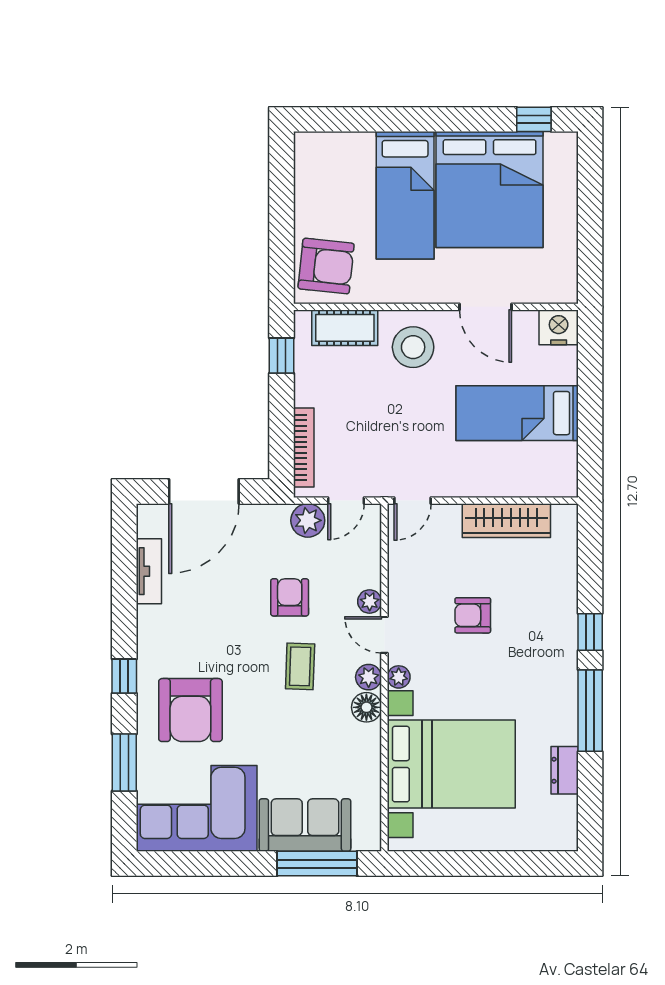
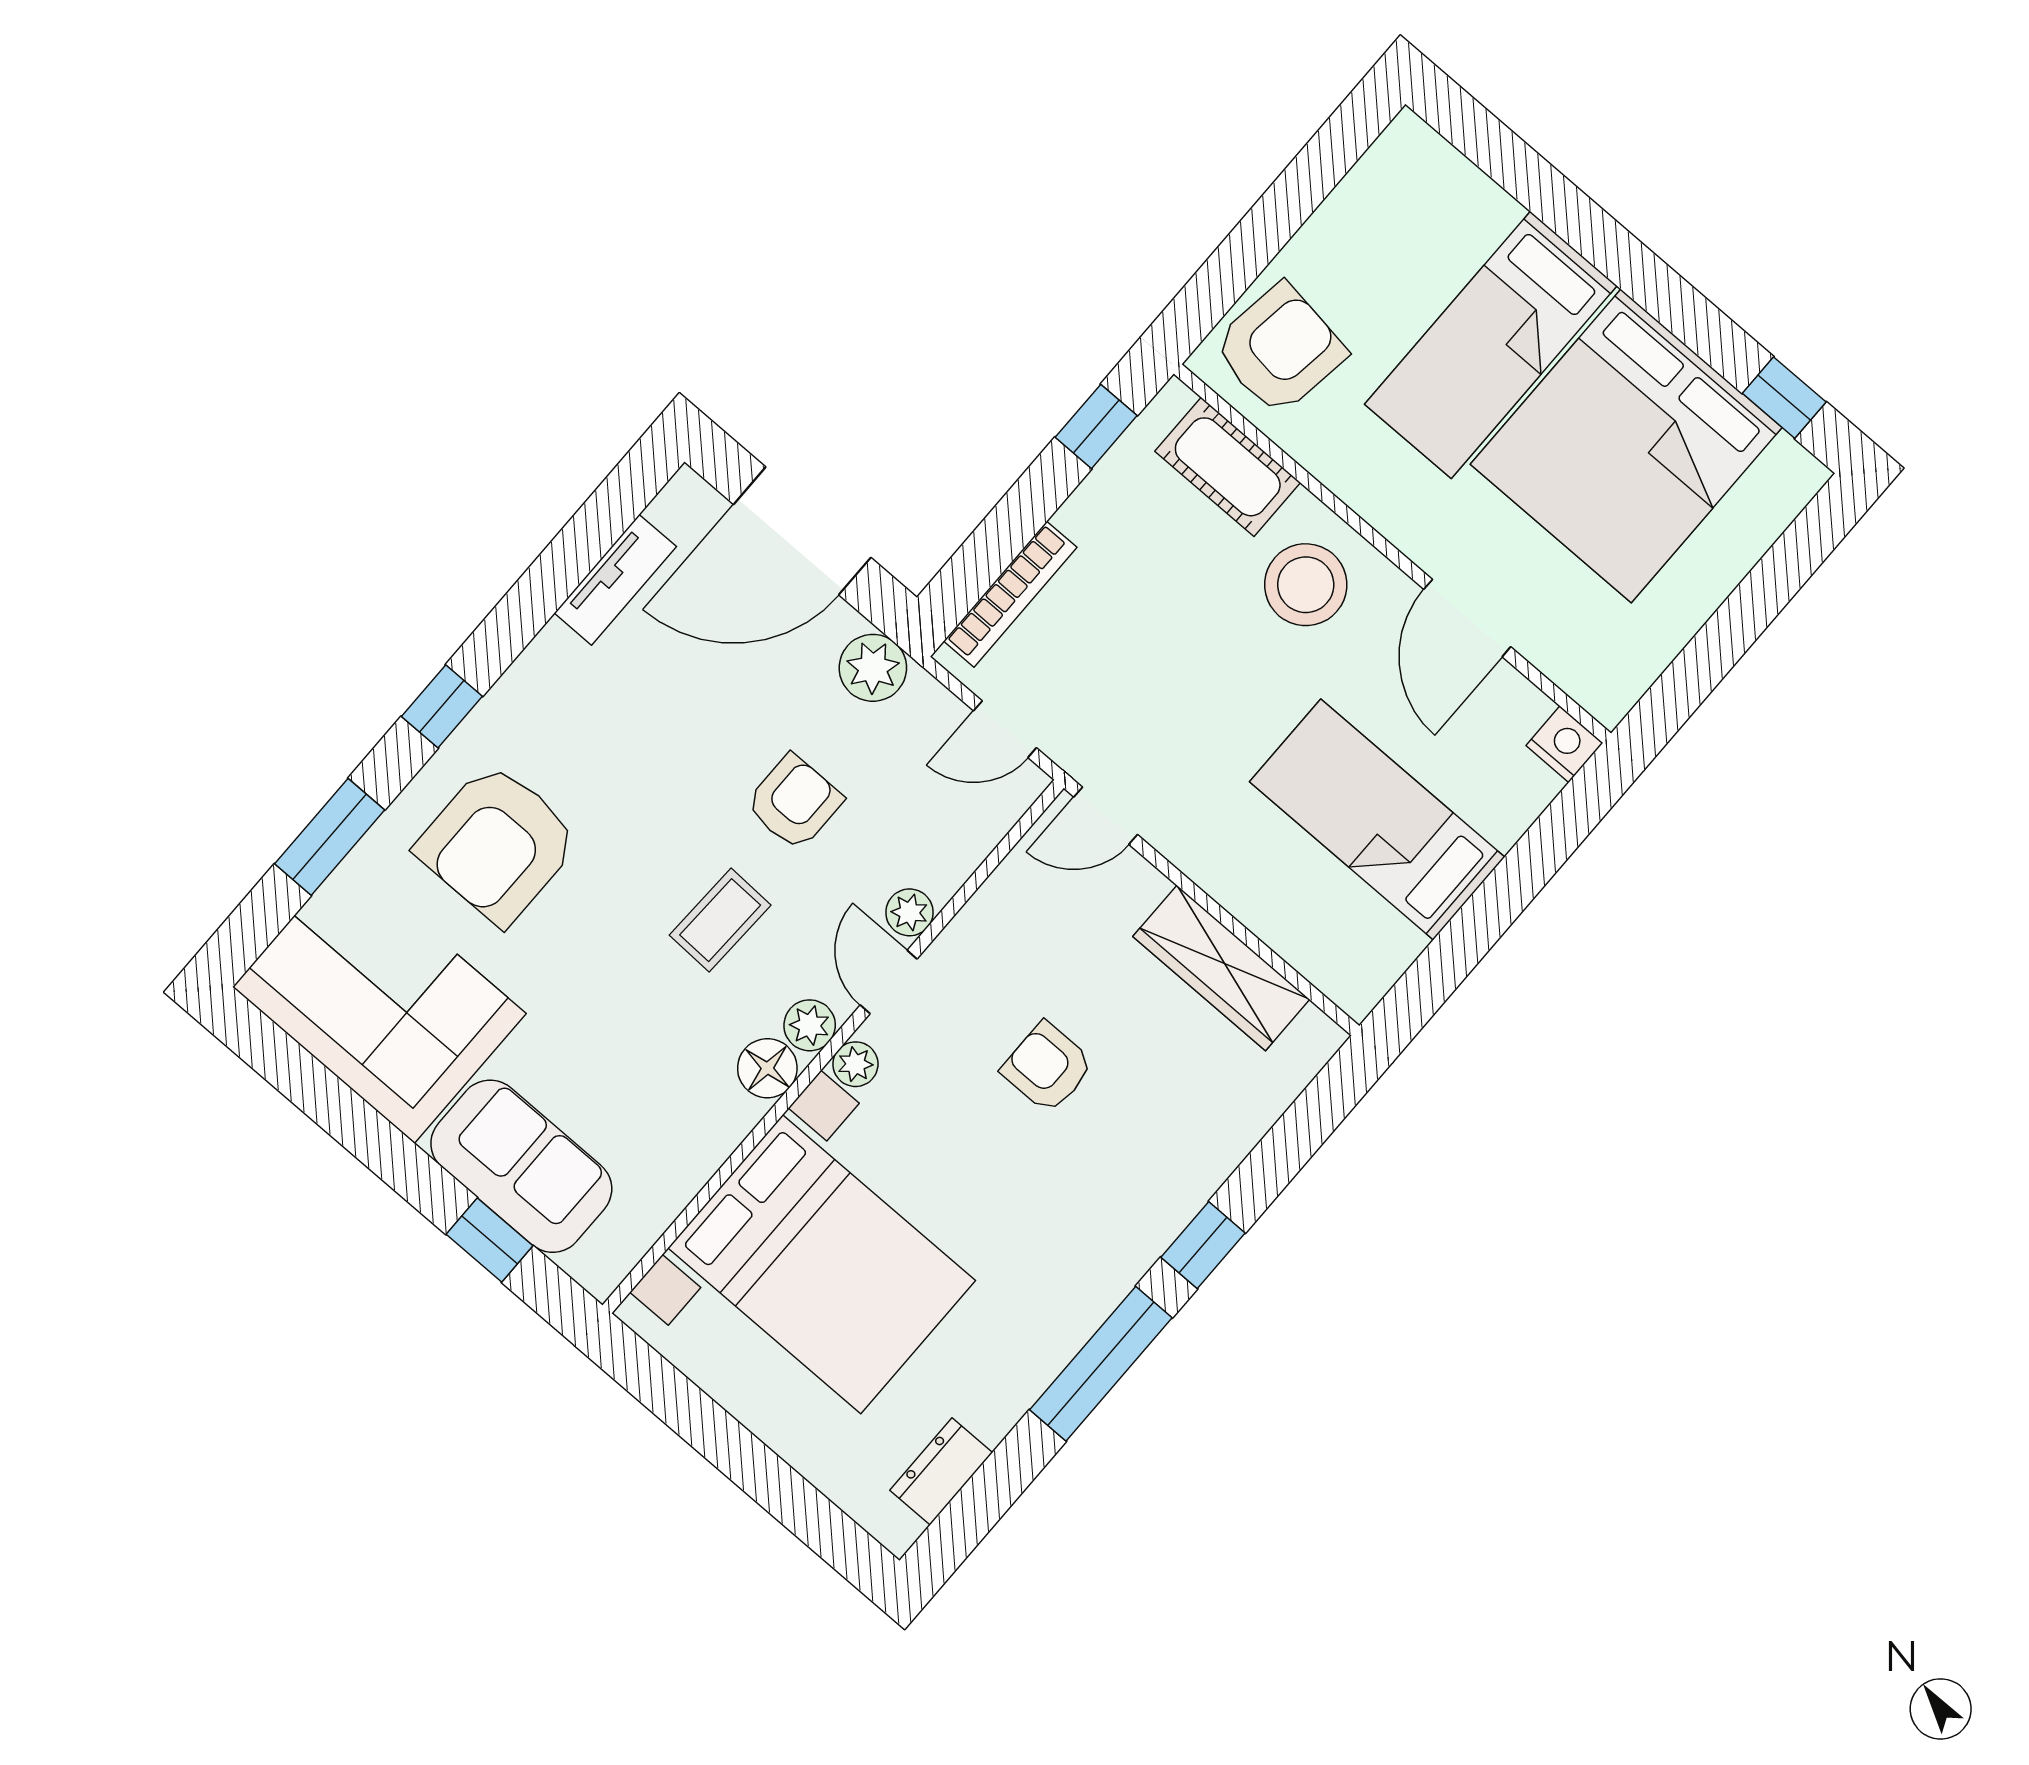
armchair: (326, 266) -> (1280, 349), turned -88
nightstand: (559, 327) -> (1564, 744), width x0.74, depth x0.75
plant: (308, 520) -> (873, 668), moved
dresser: (565, 770) -> (941, 1471), moved
window: (317, 864) -> (490, 1240), width x0.46

